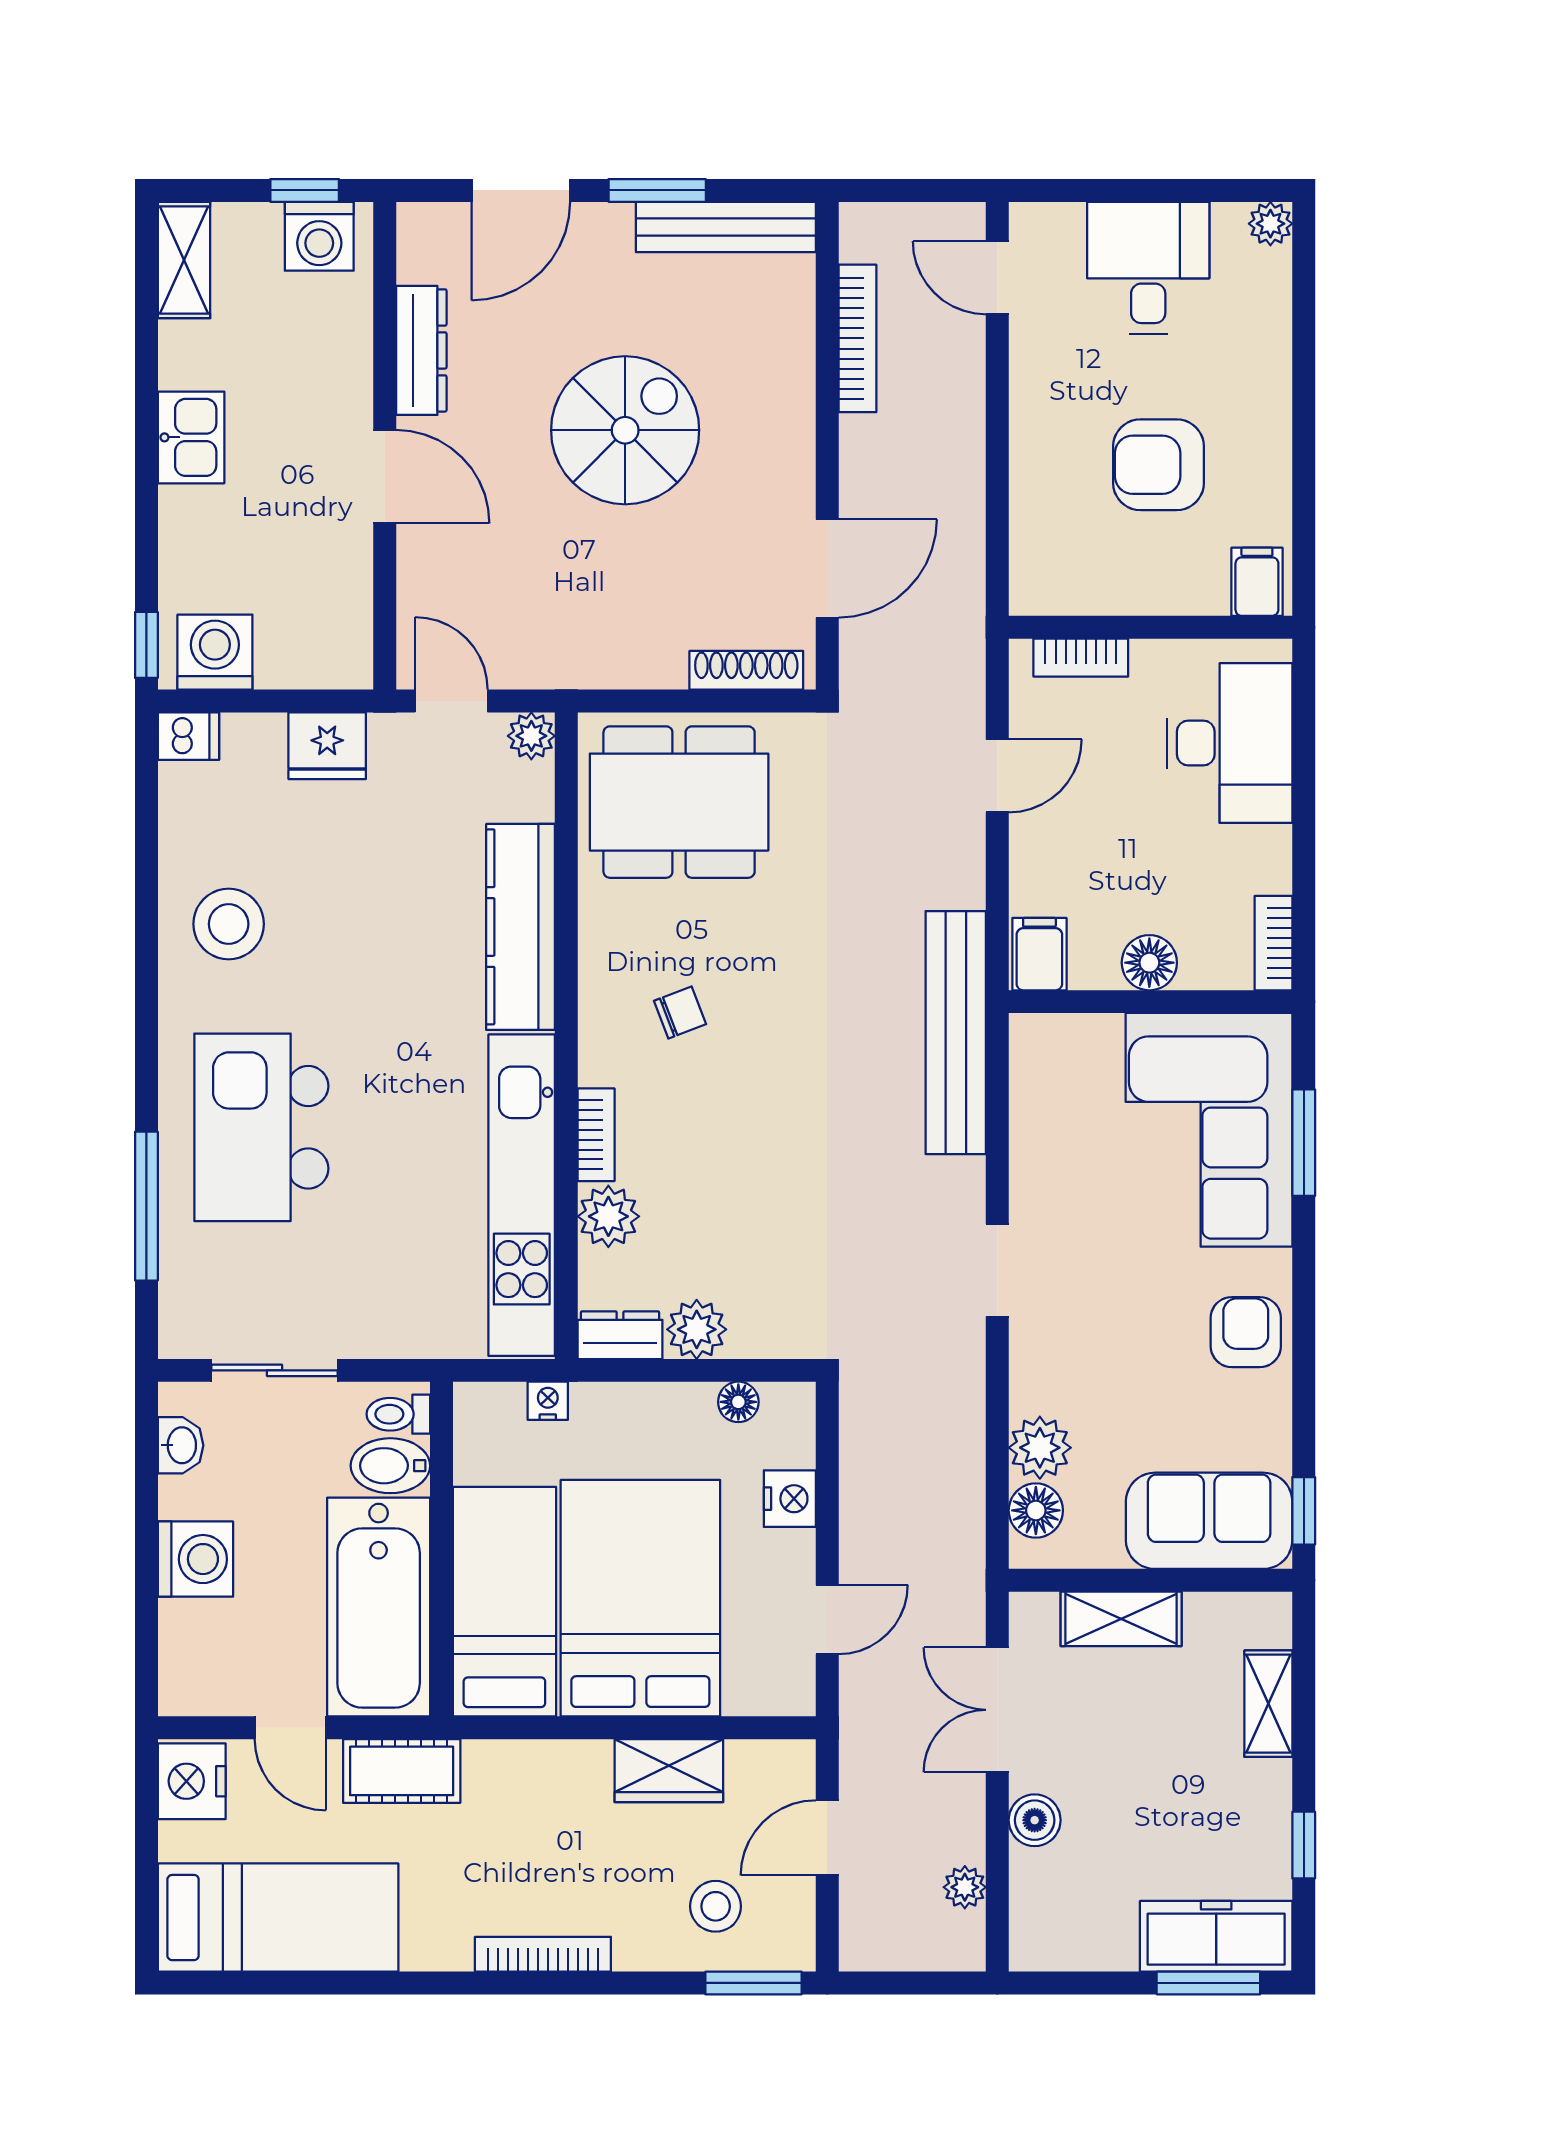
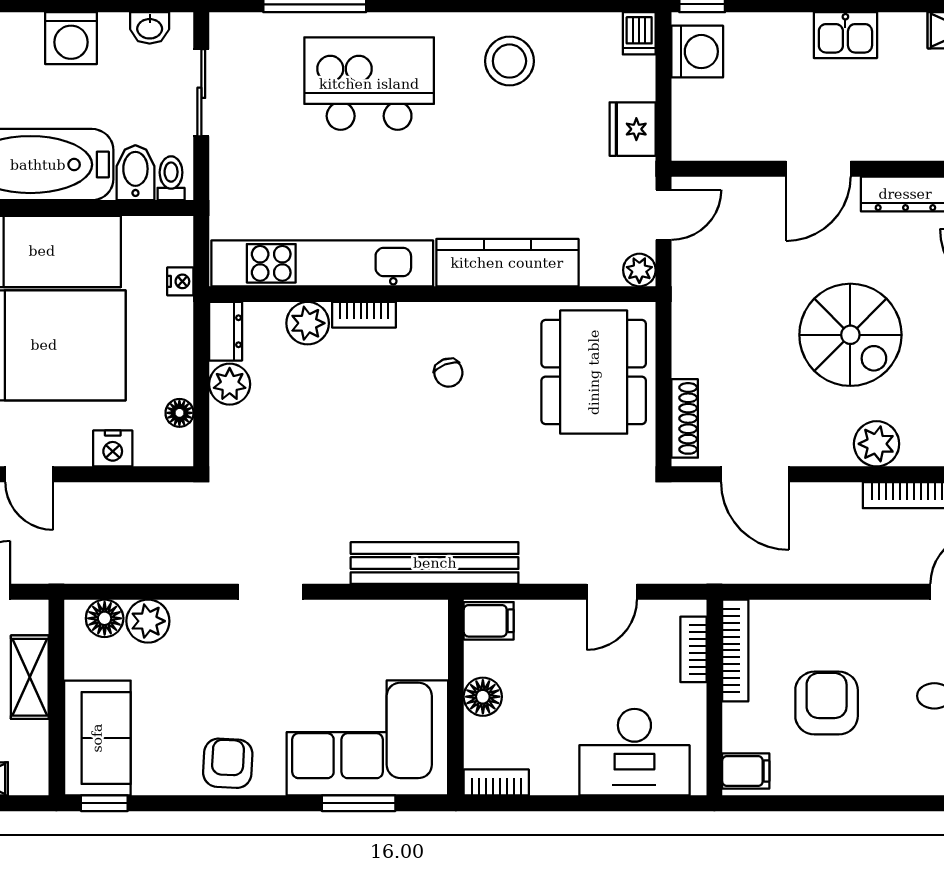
plant: (783, 392) -> (877, 444), added
bookcase: (1082, 597) -> (735, 650), added
door: (997, 776) -> (612, 592), hinge flipped
armchair: (1246, 1332) -> (228, 763), turned -87

